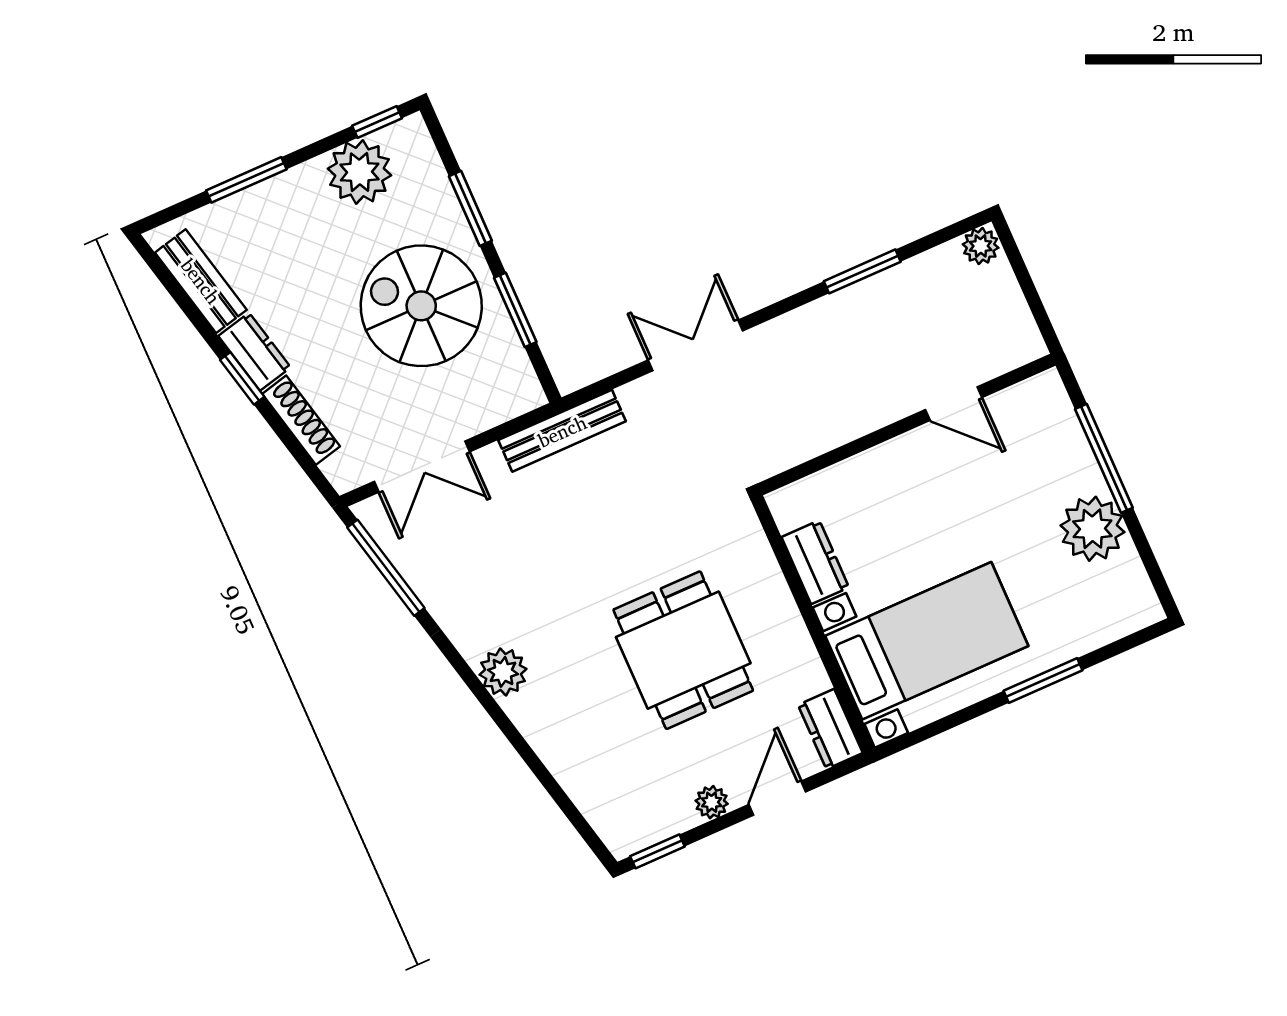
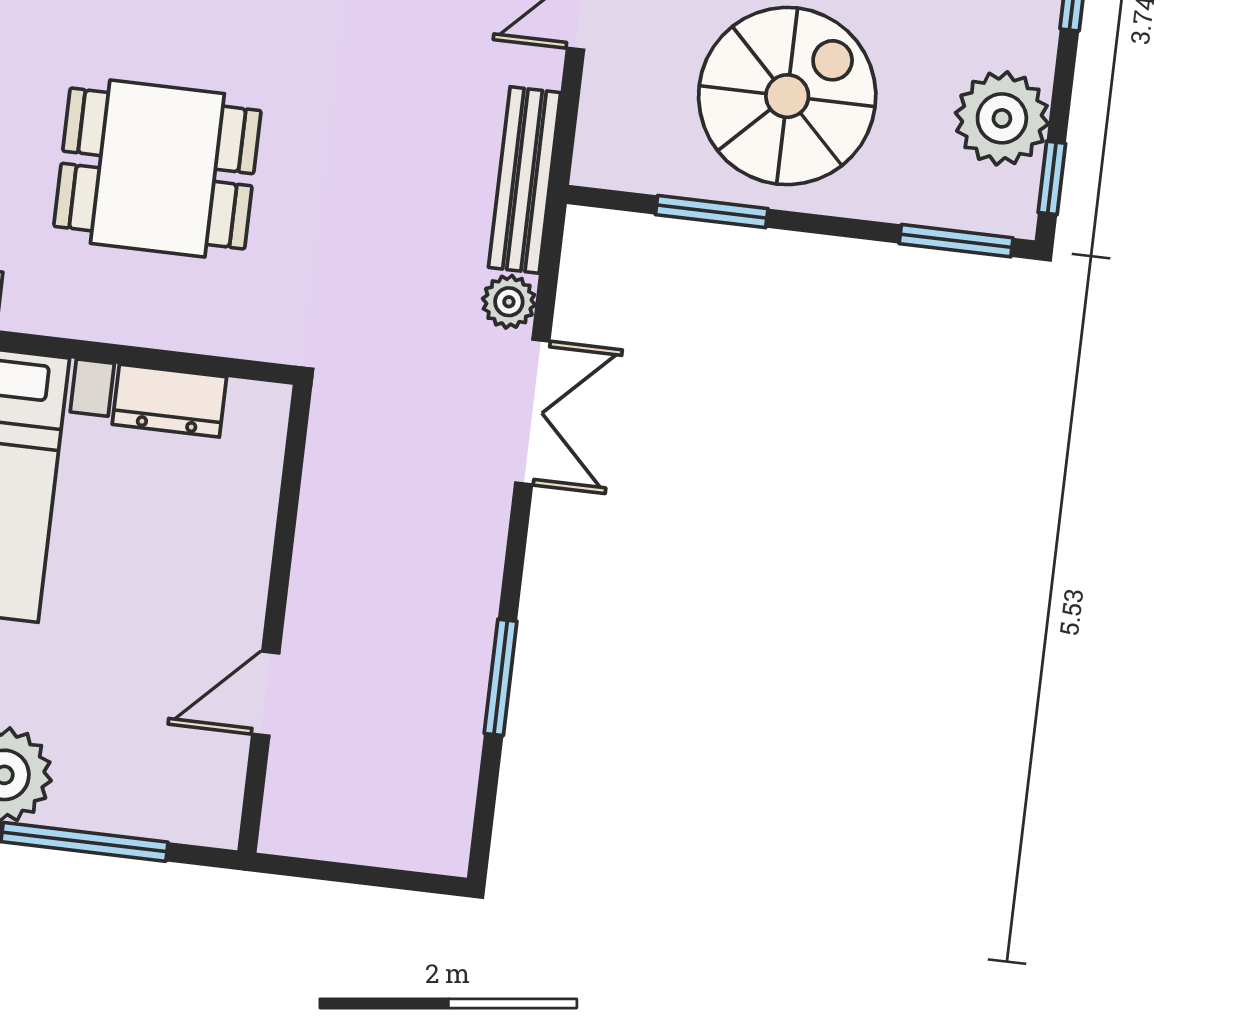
window: (470, 208) -> (956, 241), moved
plant: (981, 246) -> (509, 302), moved

